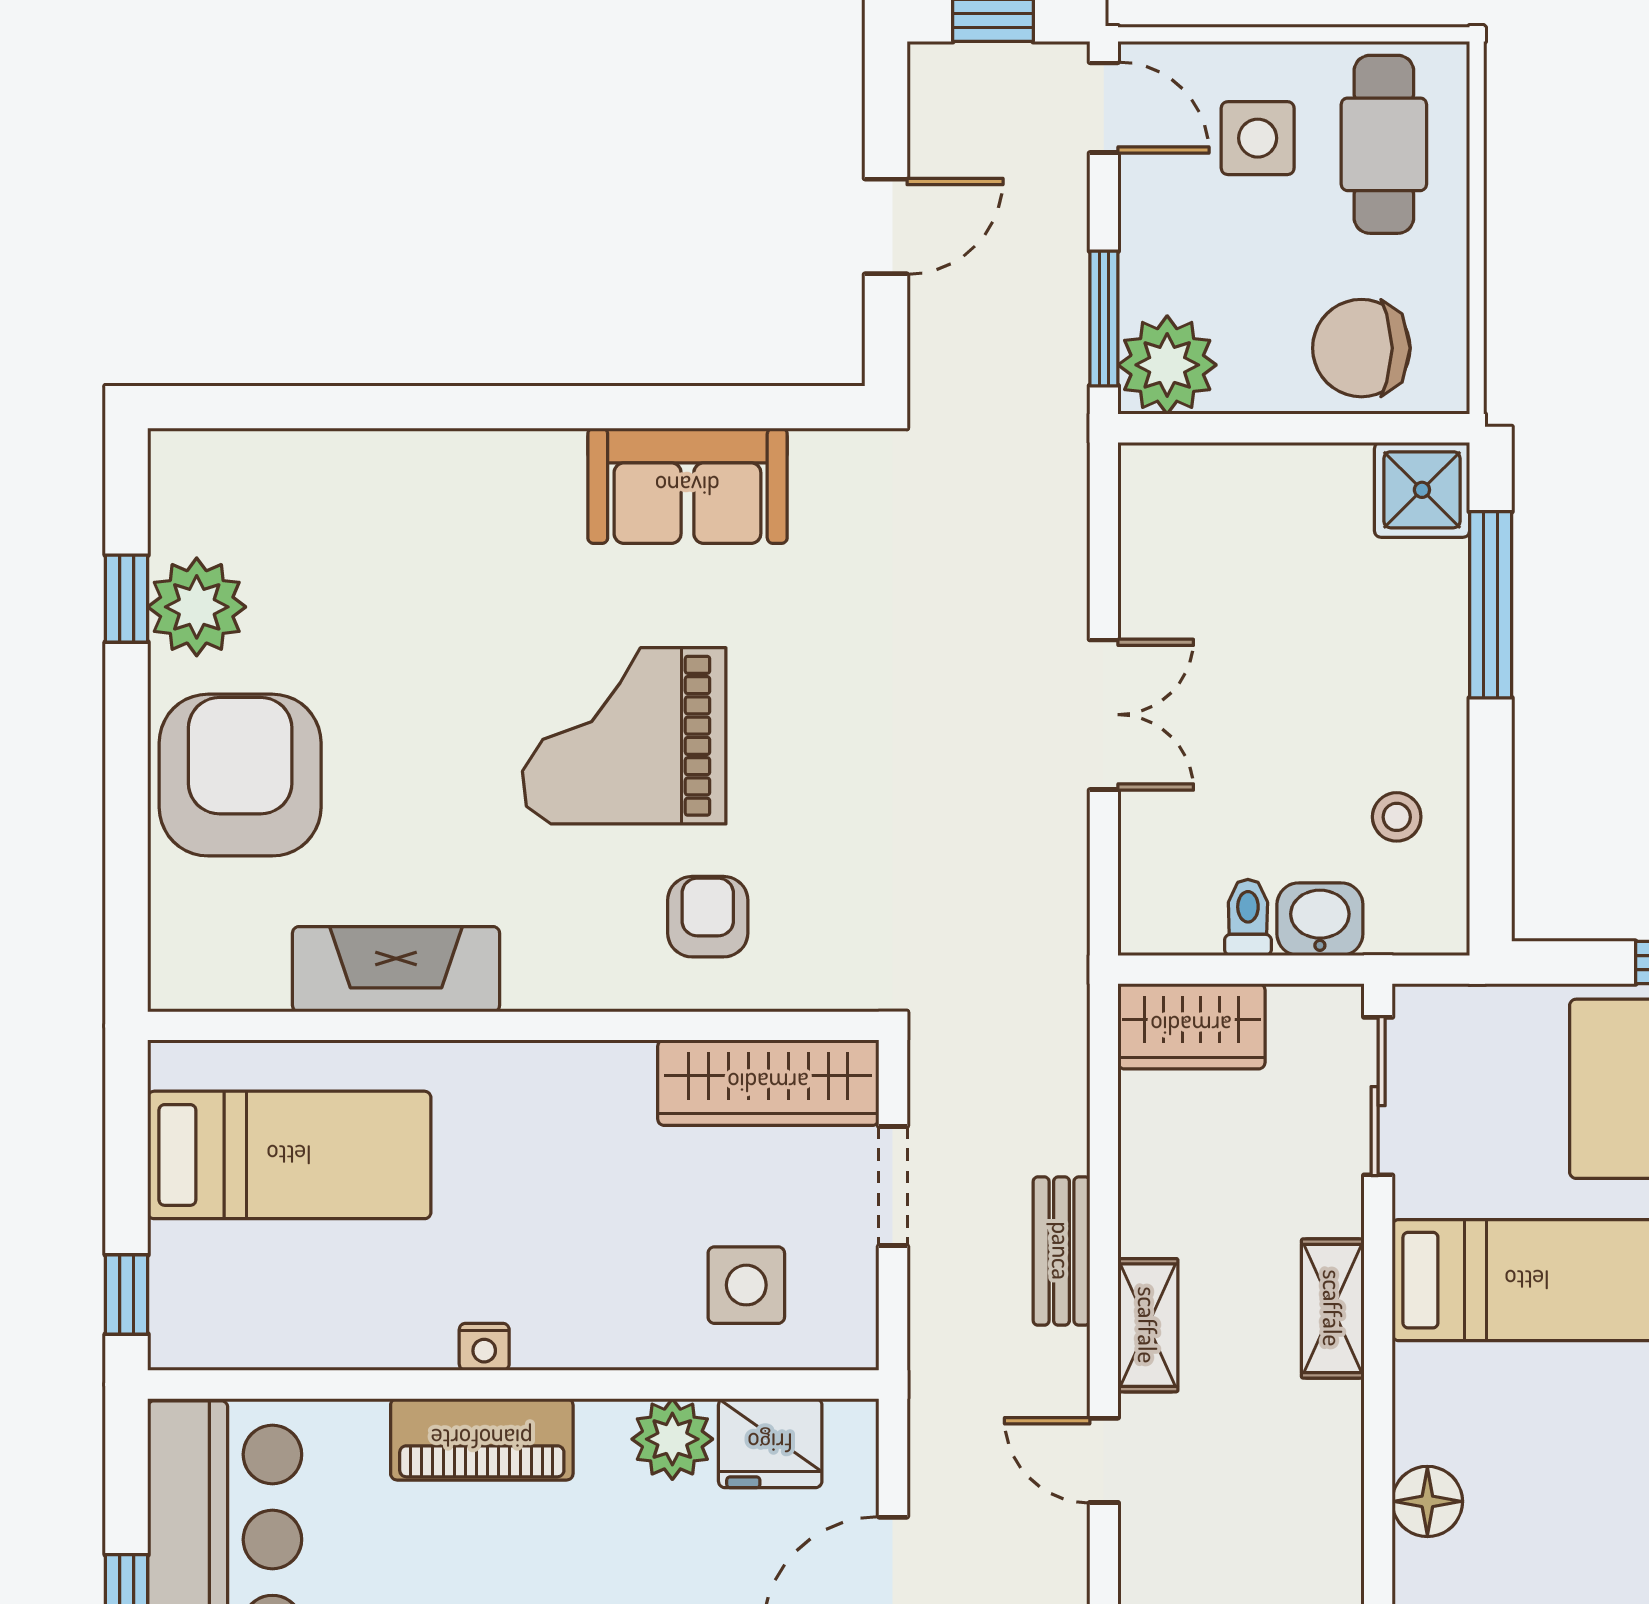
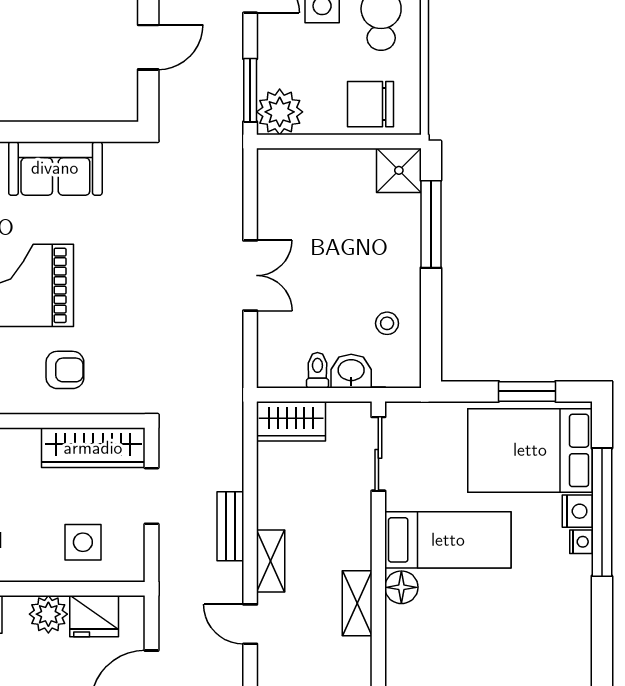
armchair: (708, 917) -> (65, 370), turned 90
shelving: (1333, 1308) -> (357, 603), moved
floor lamp: (1427, 1501) -> (401, 587), moved

